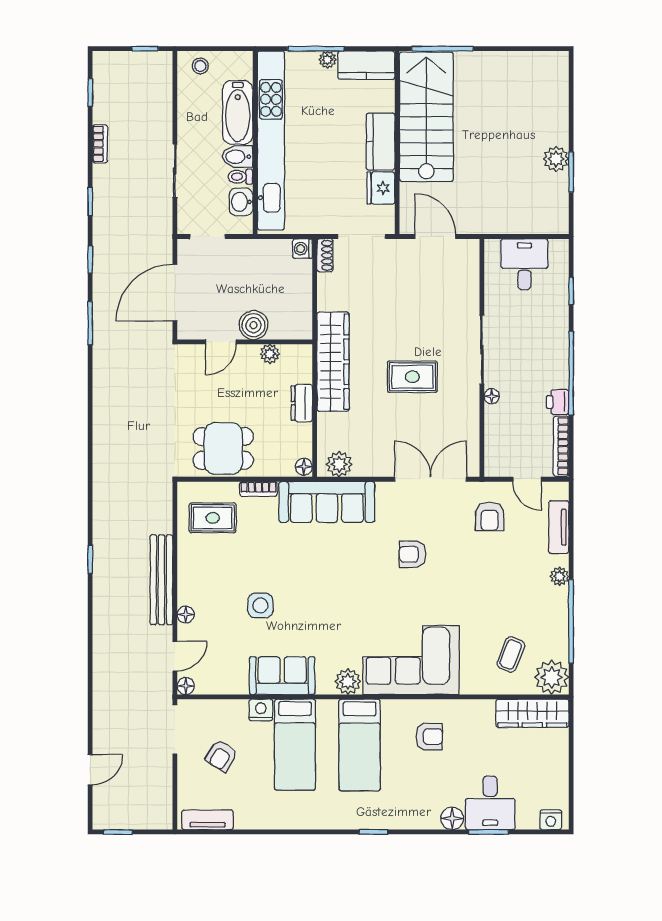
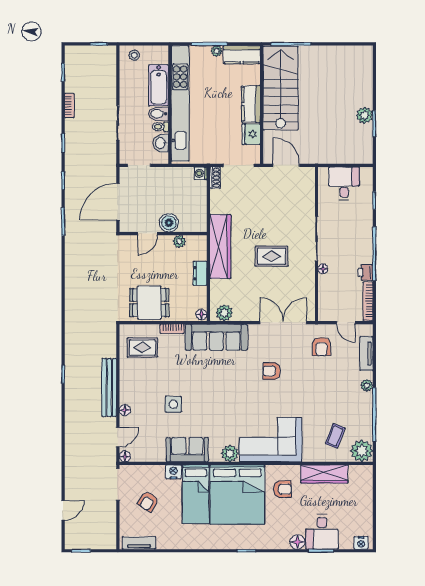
wardrobe: (532, 713) -> (324, 474), moved
bed: (360, 745) -> (237, 495), width x2.04

